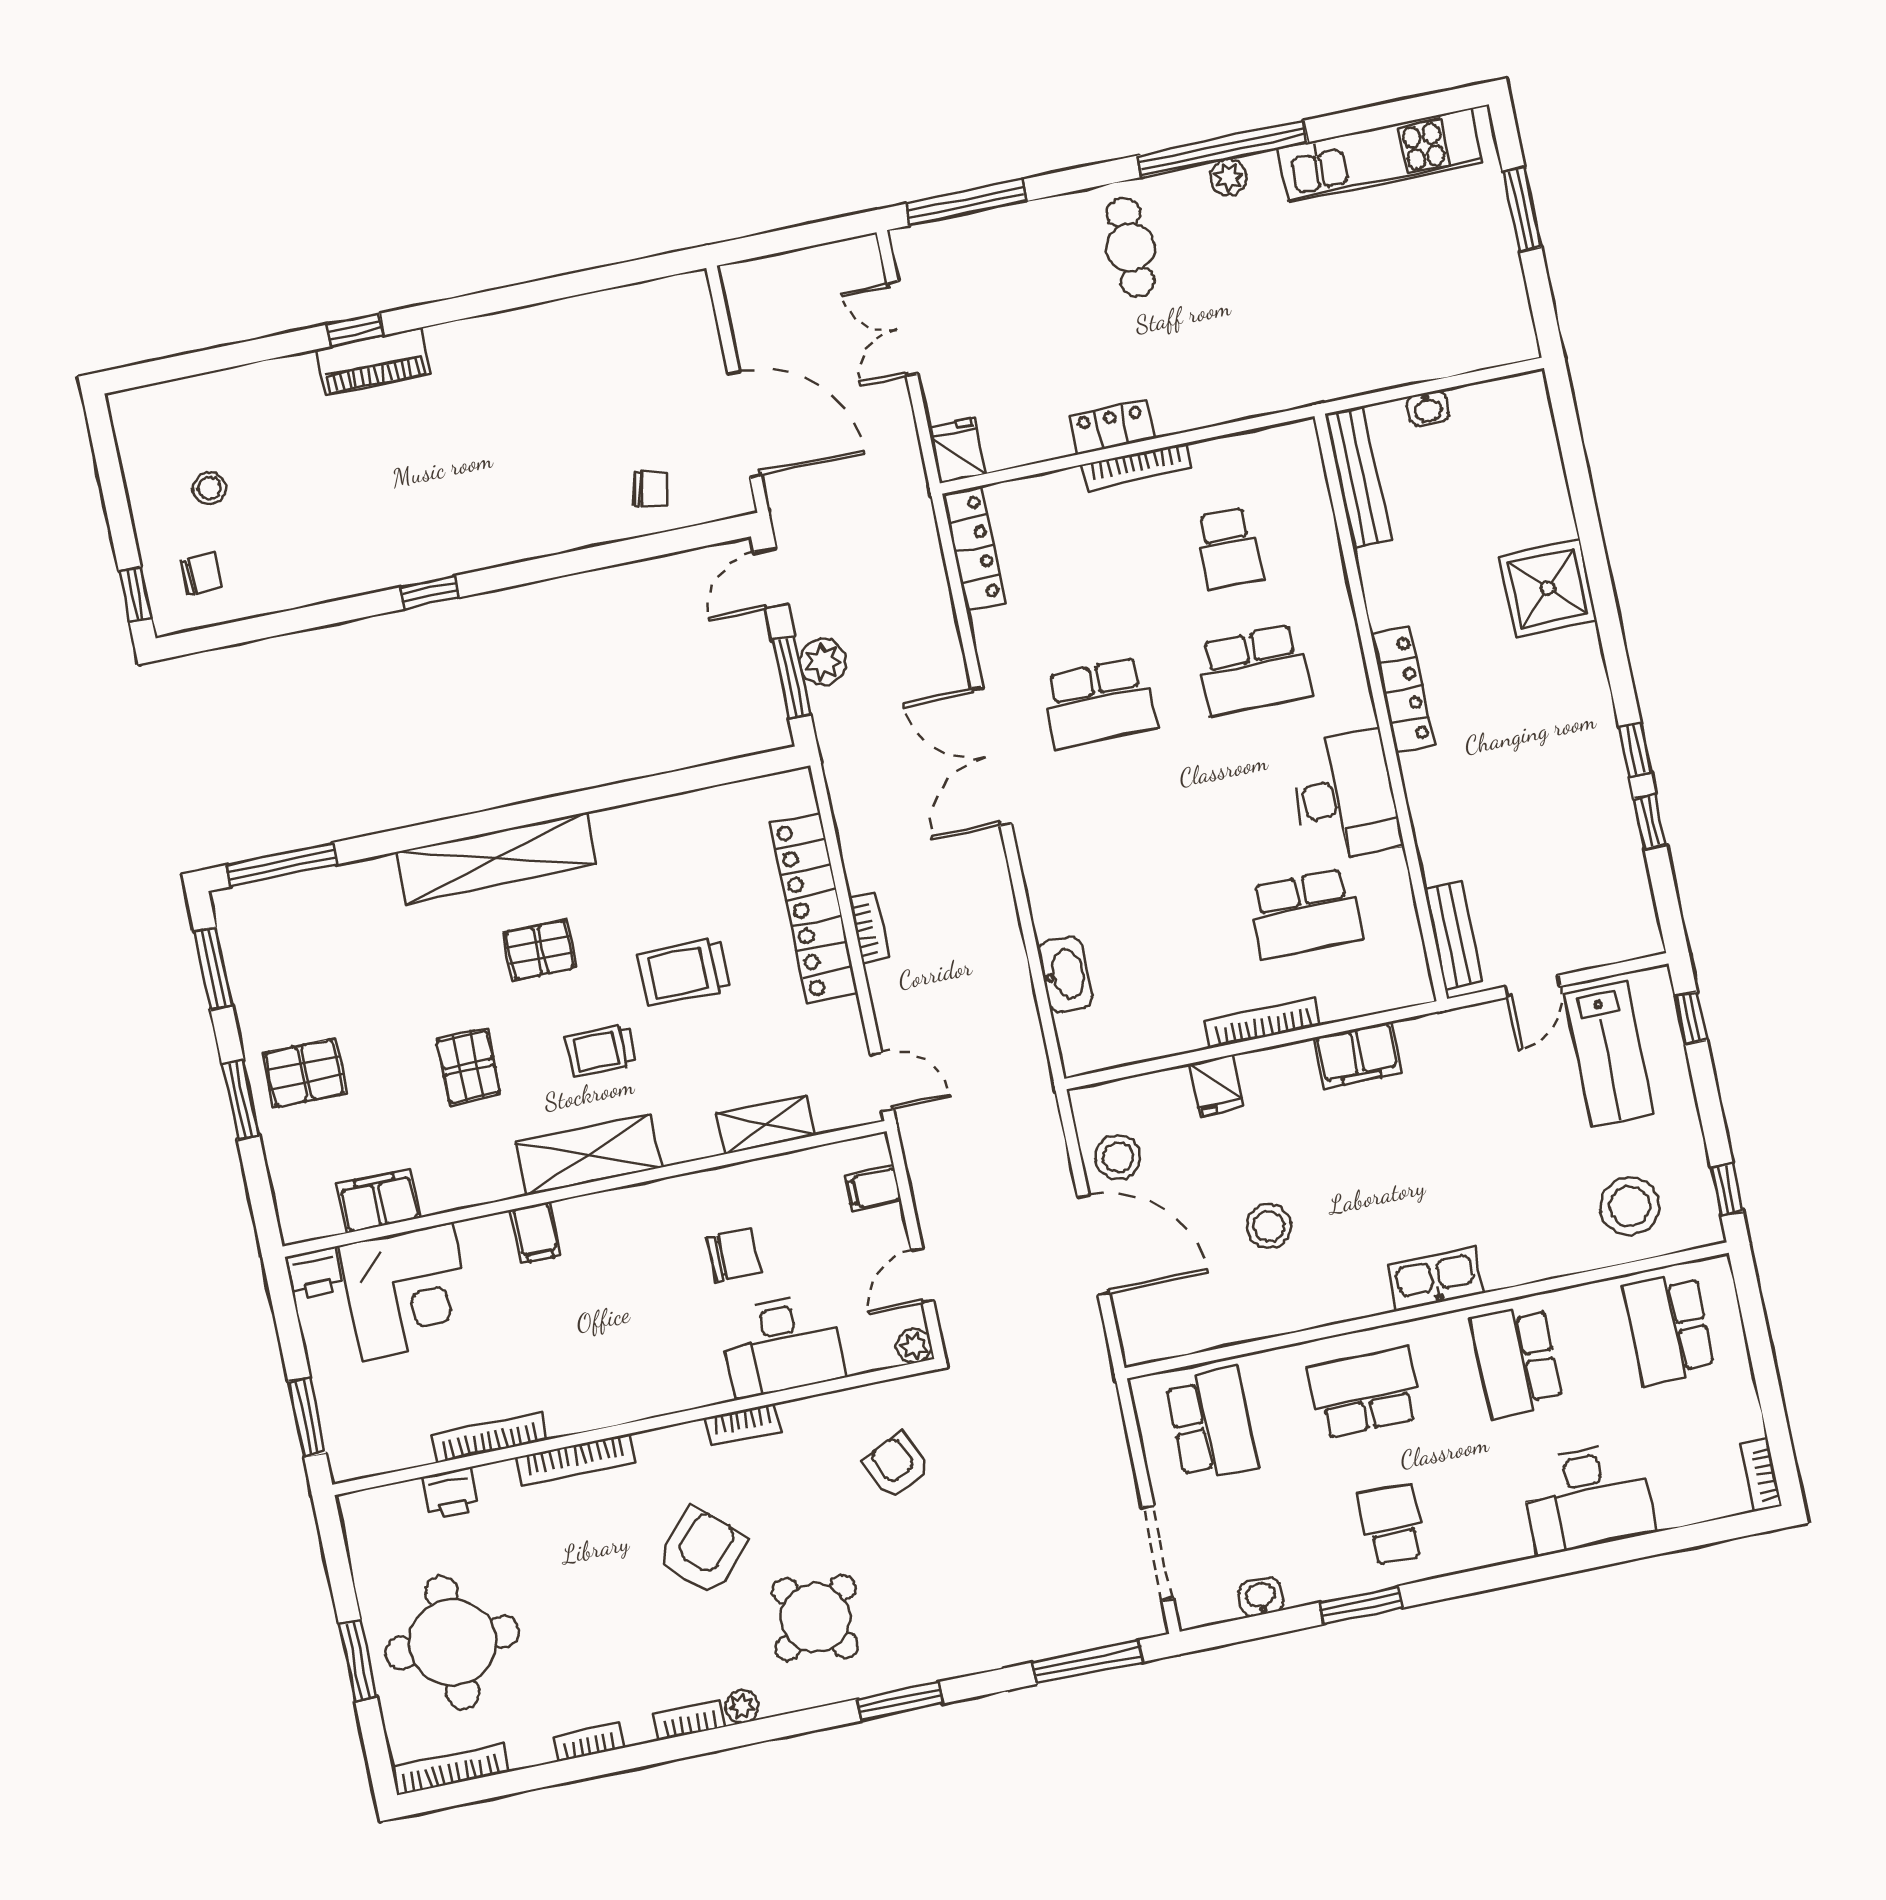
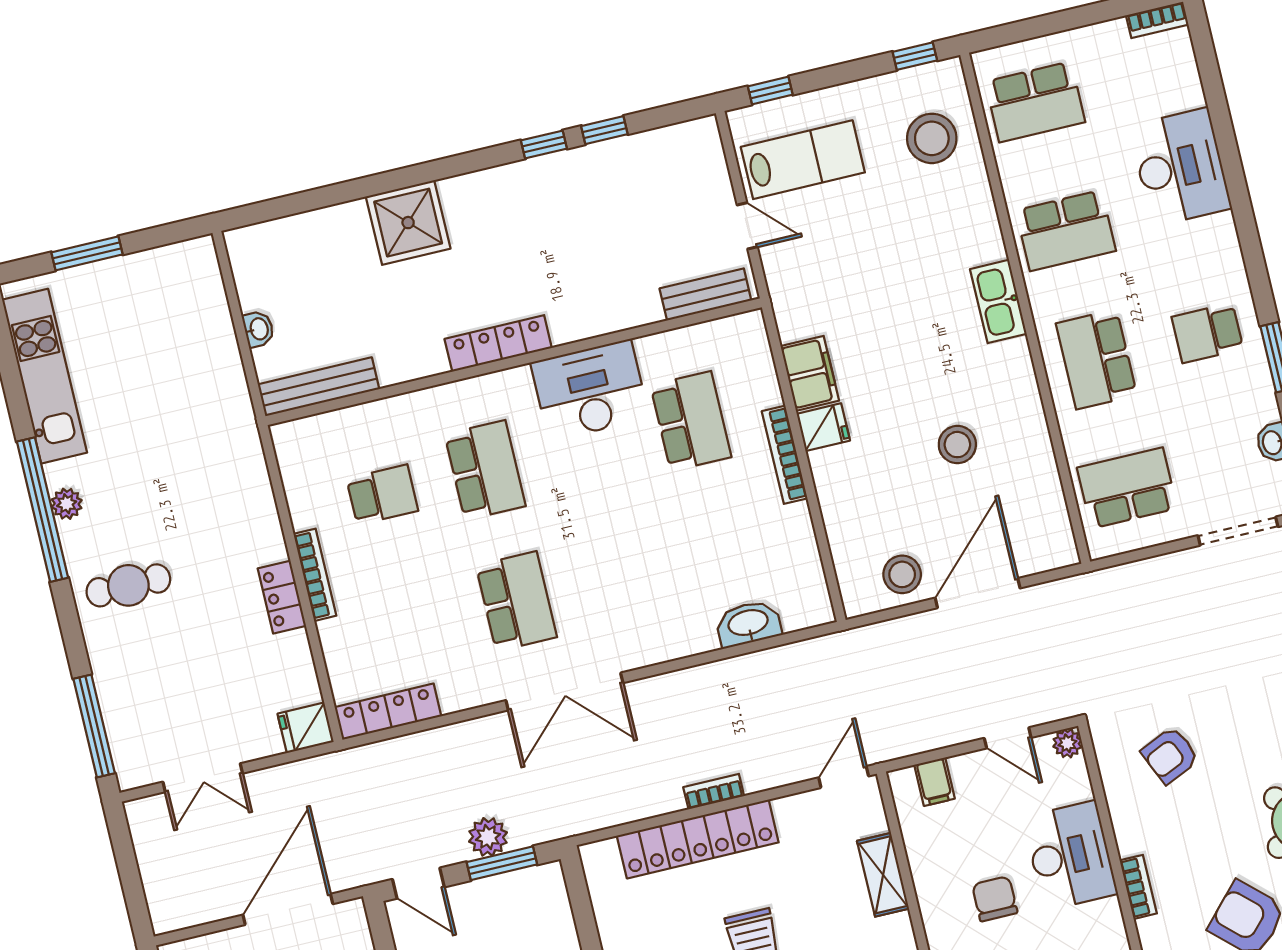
fridge: (1216, 1085) -> (823, 427), moved

